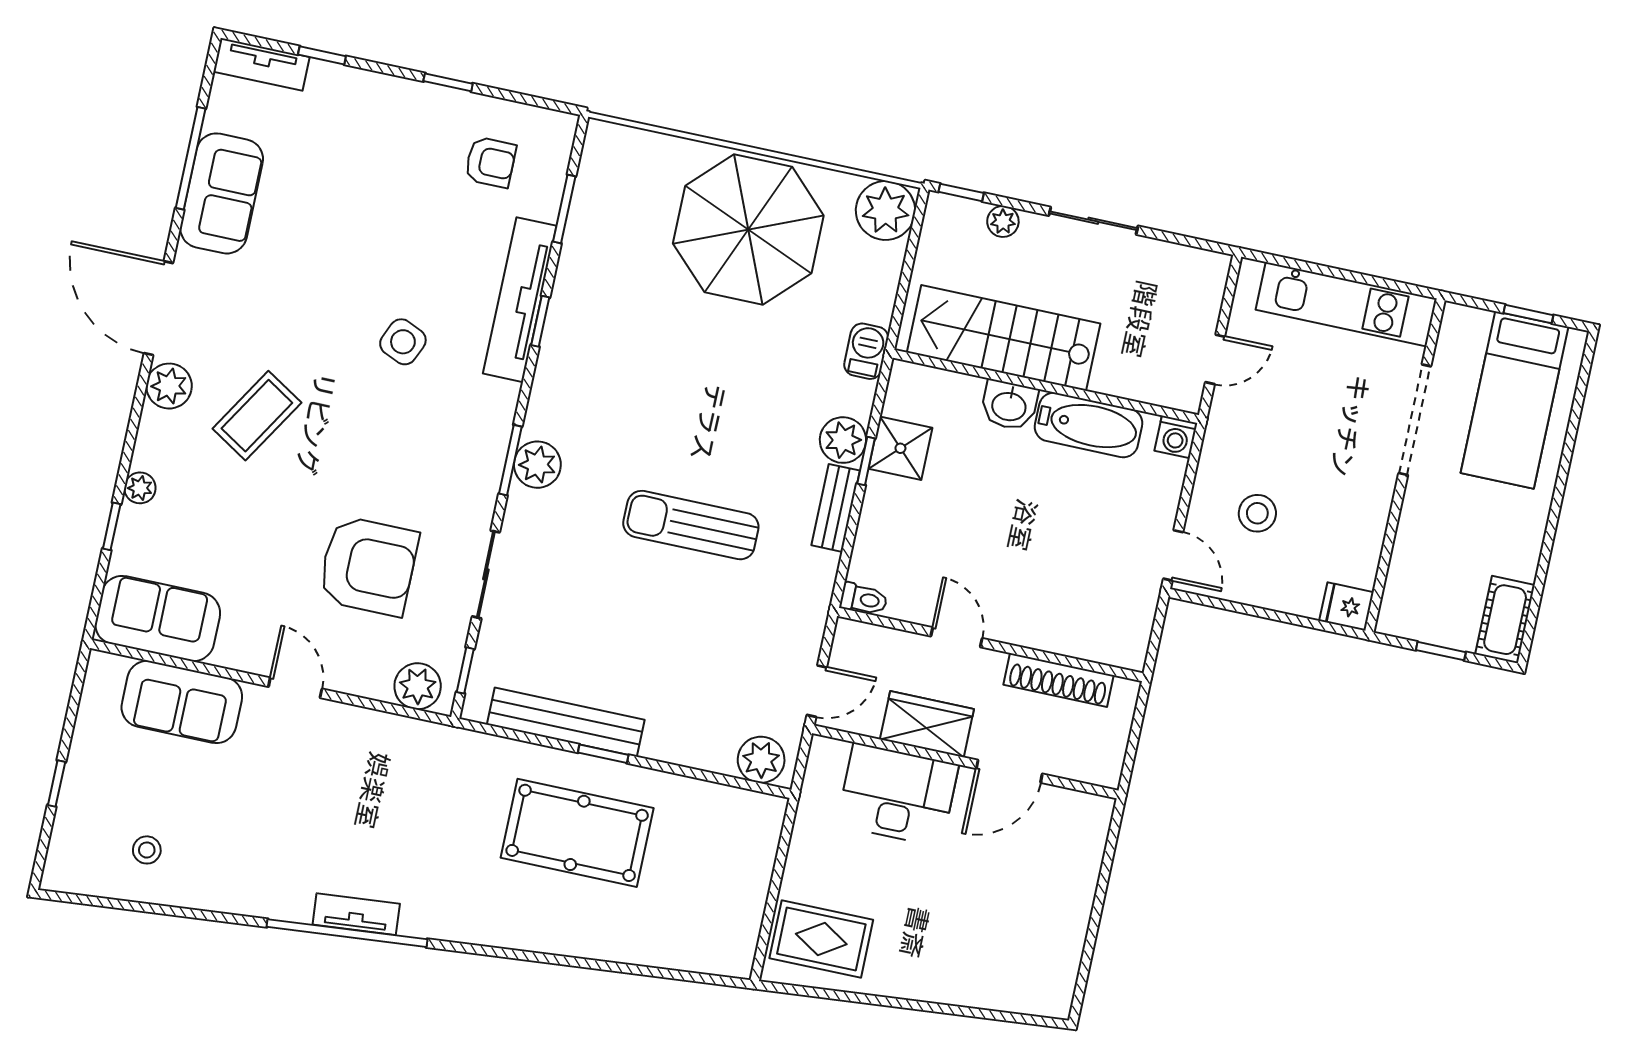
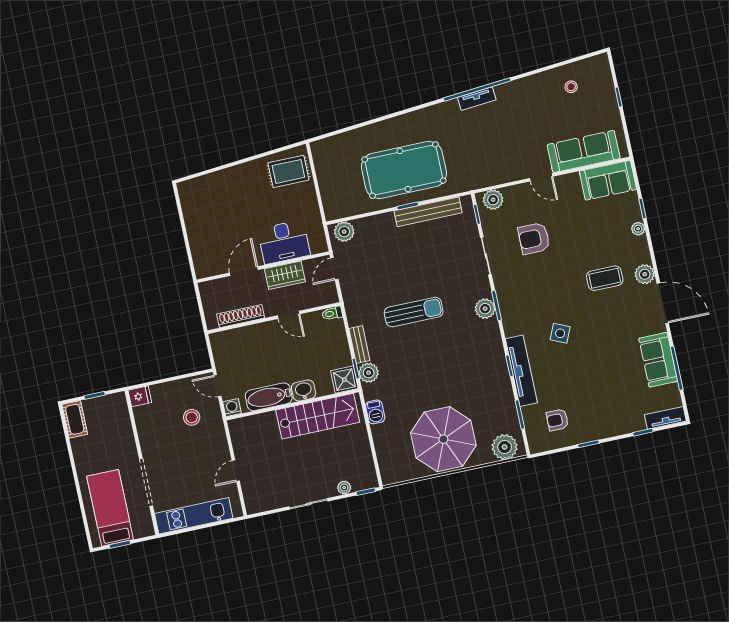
plant: (885, 211) -> (505, 447), moved
stairs: (1004, 338) -> (318, 416), moved
wall: (1046, 386) -> (292, 404), moved
washbasin: (1009, 405) -> (304, 391), moved
coffee table: (257, 416) -> (605, 278), turned 58
bathtub: (1089, 425) -> (269, 397), moved
washing machine: (1176, 437) -> (232, 408), moved
armchair: (368, 566) -> (534, 238), width x0.73, depth x0.73
sofa: (182, 702) -> (584, 152), width x1.36
pool table: (577, 833) -> (404, 170), width x1.36, depth x1.32

